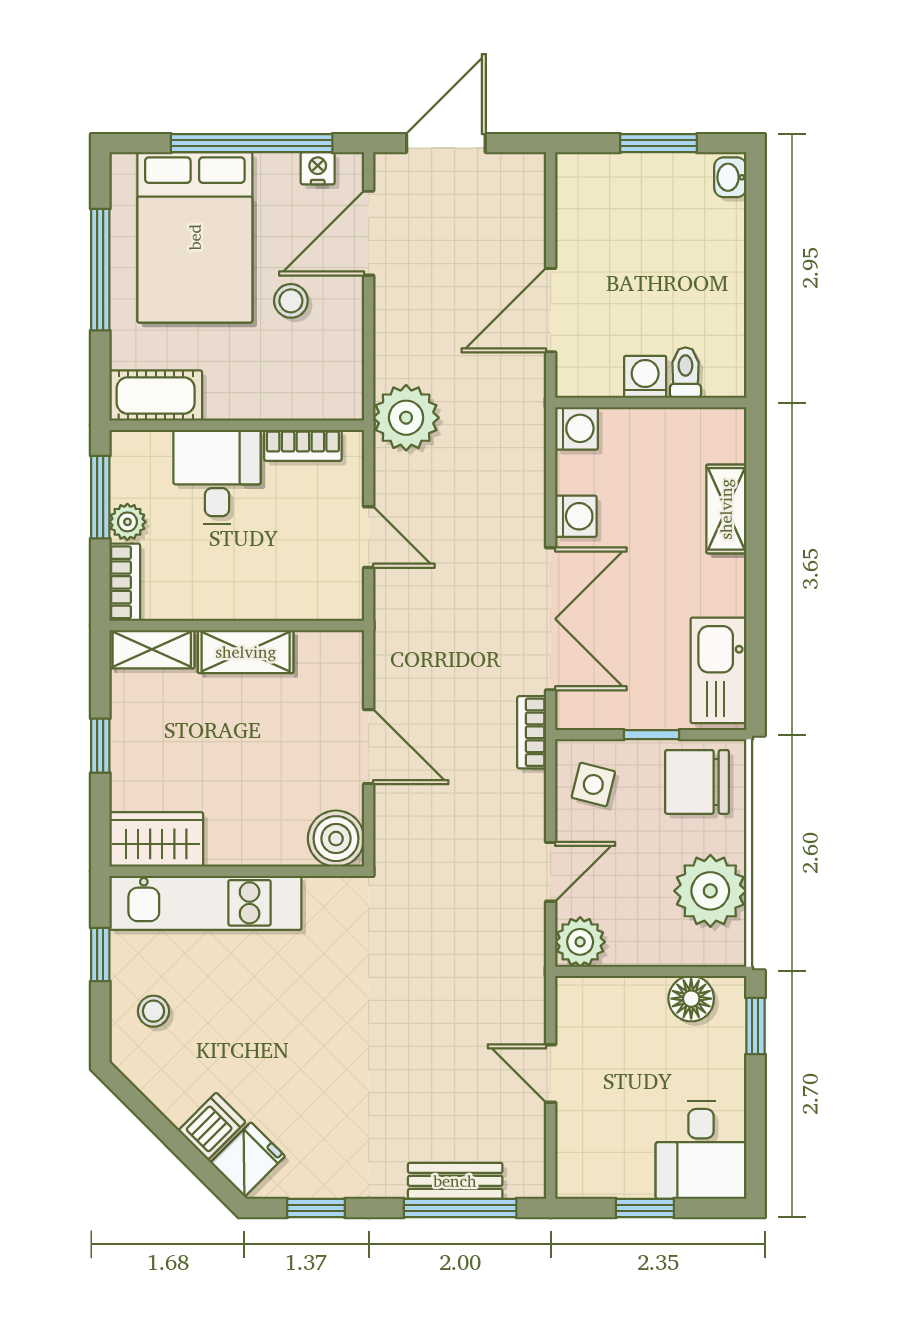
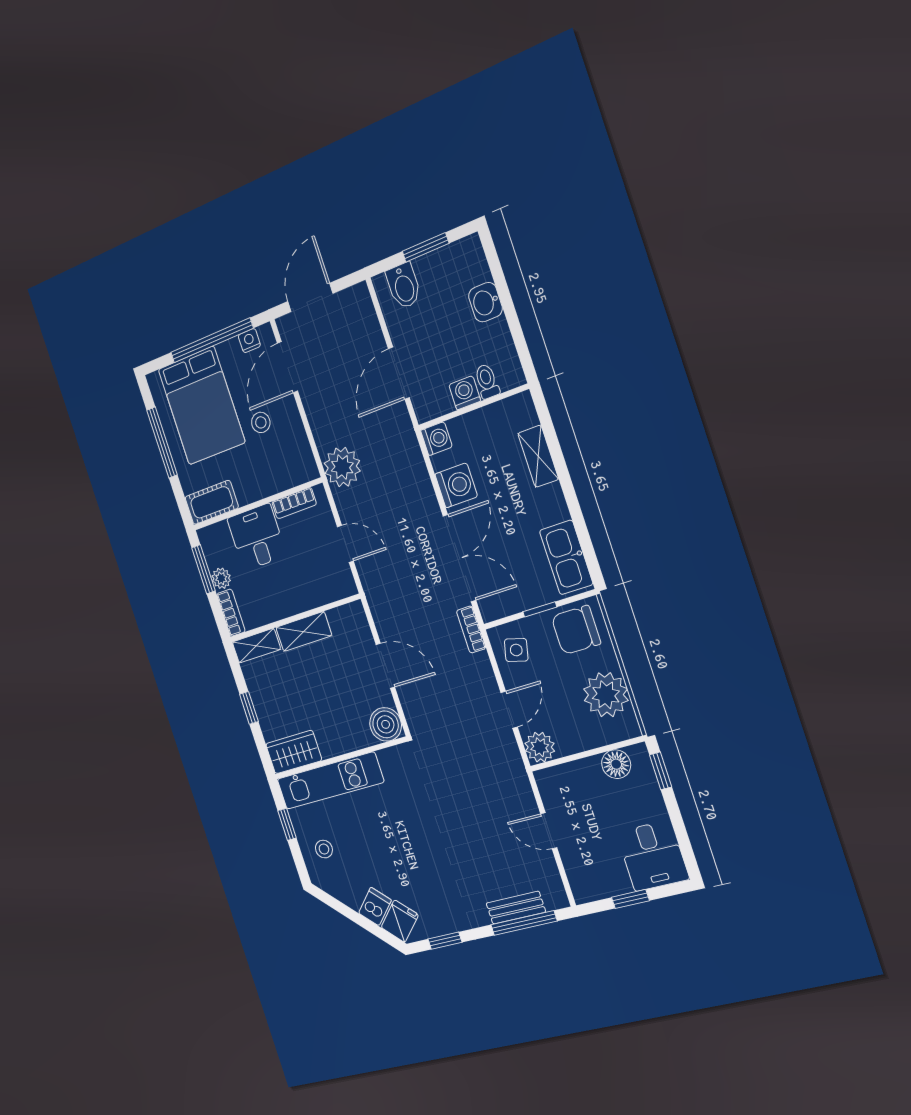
washbasin: (730, 177) -> (485, 302), moved, width x1.38, depth x1.45
bidet: (604, 185) -> (404, 286), added
washing machine: (576, 516) -> (456, 485), width x1.38, depth x1.38

